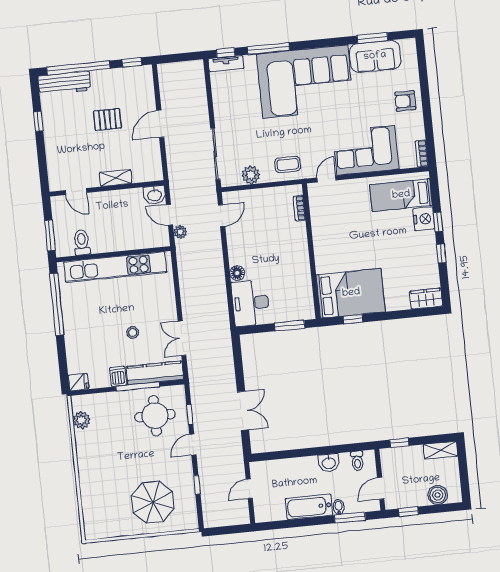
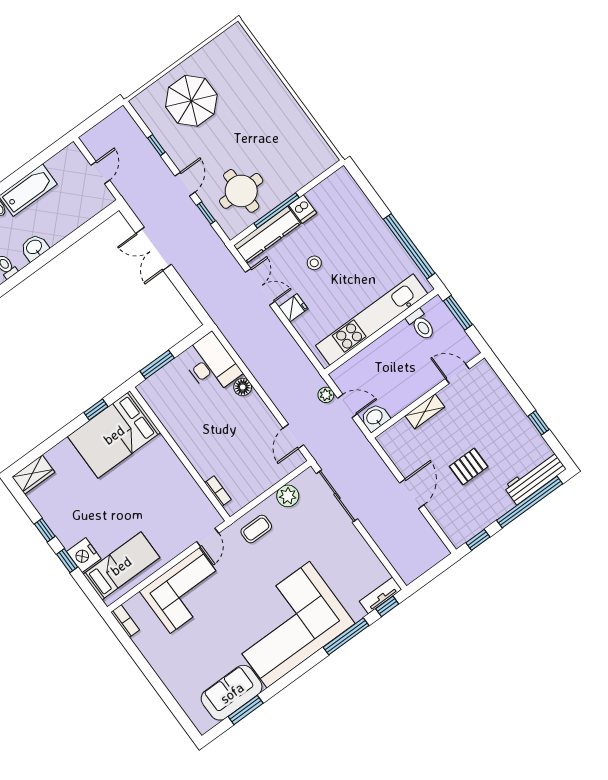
armchair: (405, 101) -> (174, 665), removed
fridge: (78, 382) -> (293, 308), moved, turned 180
plant: (81, 420) -> (314, 142), removed

